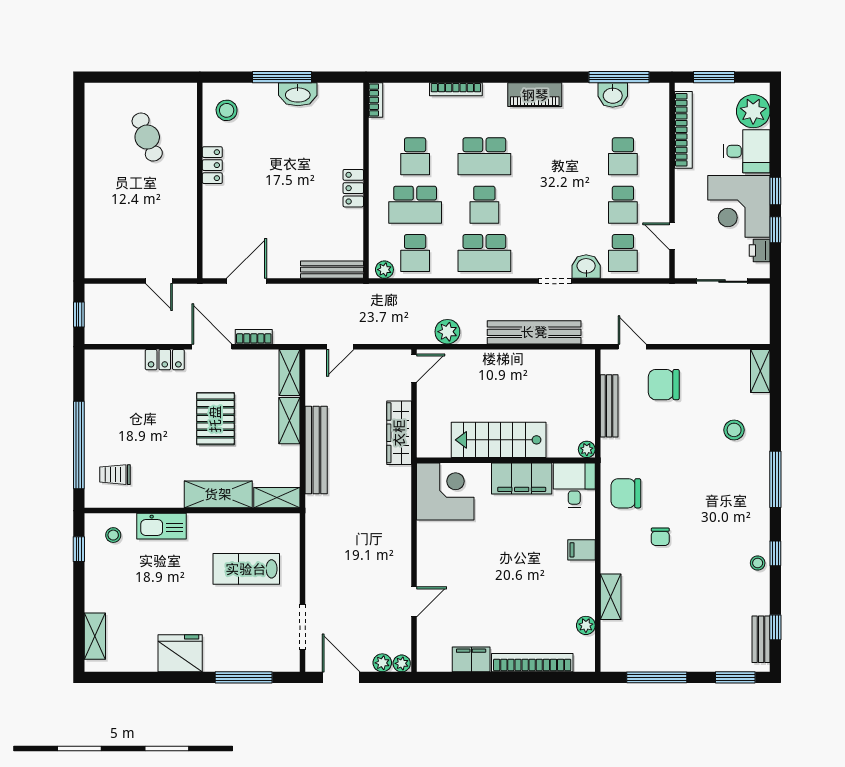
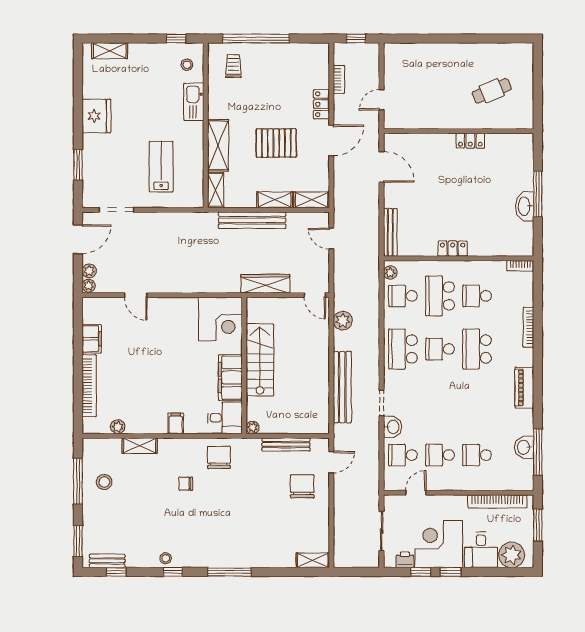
stool: (227, 110) -> (512, 152), removed
bookcase: (254, 337) -> (339, 79), moved
stool: (734, 430) -> (104, 482), moved
window: (244, 677) -> (78, 165), width x0.69

